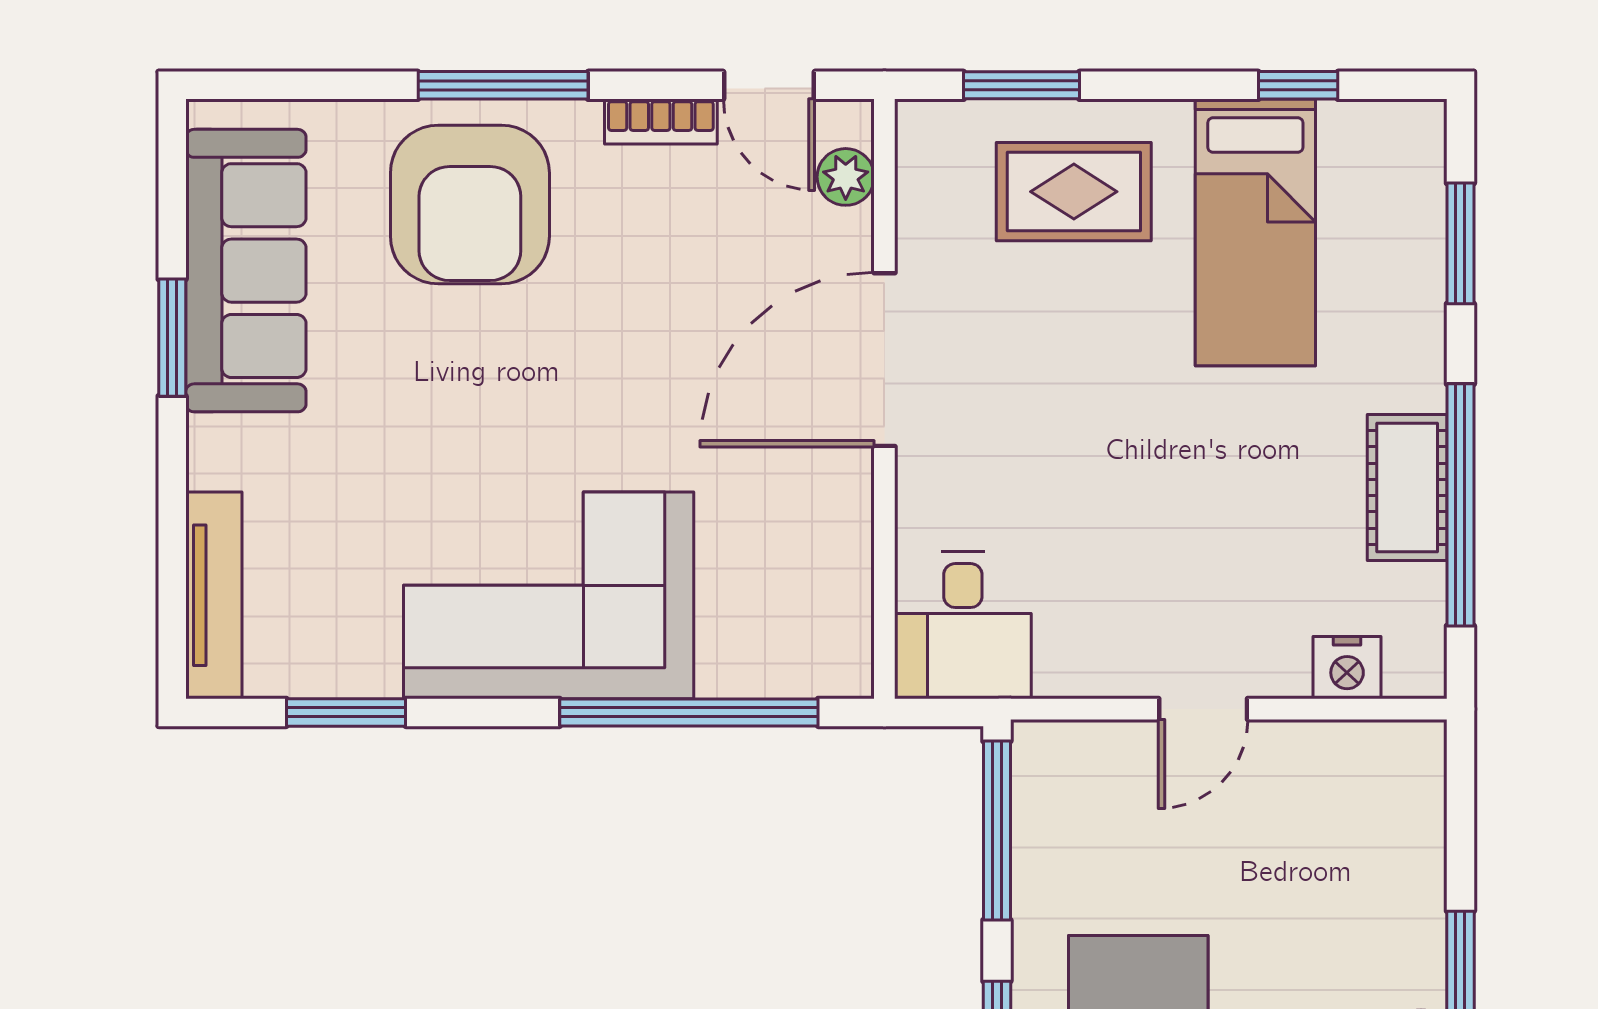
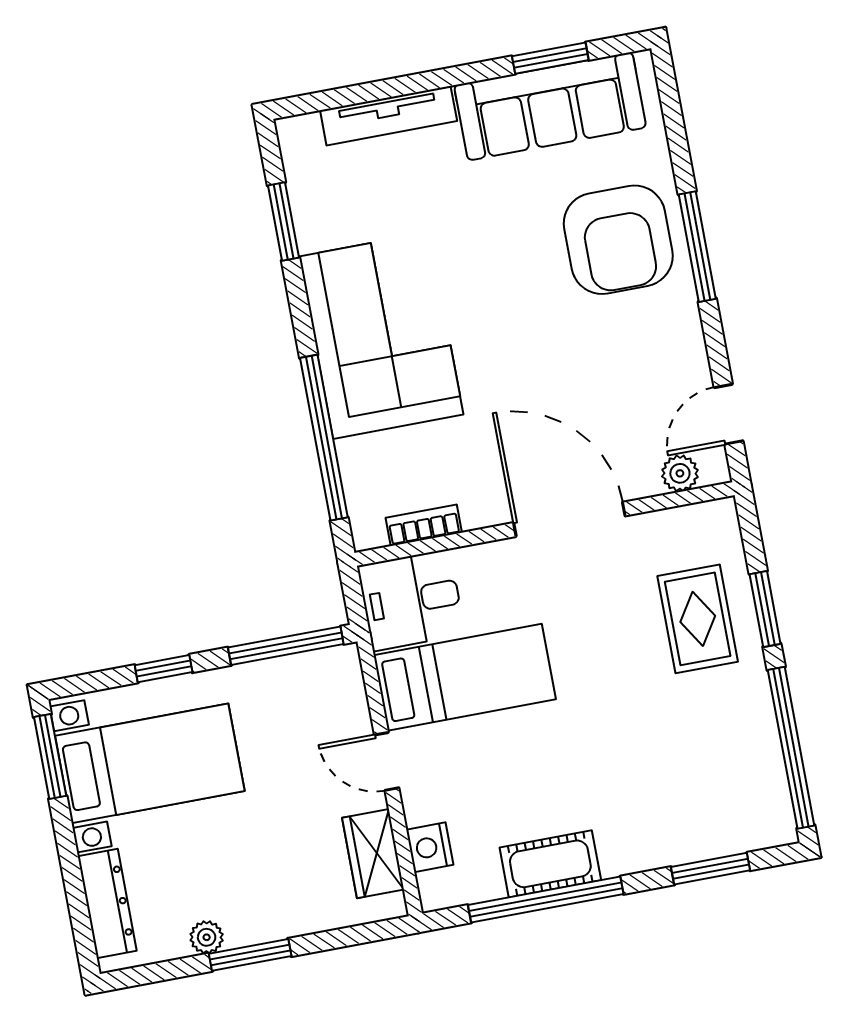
window: (1021, 85) -> (765, 609), moved
window: (1298, 85) -> (791, 748), width x3.17
bookcase: (661, 122) -> (424, 525), moved, turned 90
armchair: (470, 205) -> (618, 240), turned -90
bed: (1255, 232) -> (465, 677), moved, turned 180
window: (172, 338) -> (550, 58), moved
tv unit: (214, 595) -> (389, 116), moved
wardrobe: (1341, 756) -> (373, 854), added

